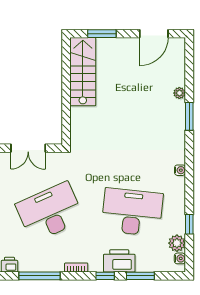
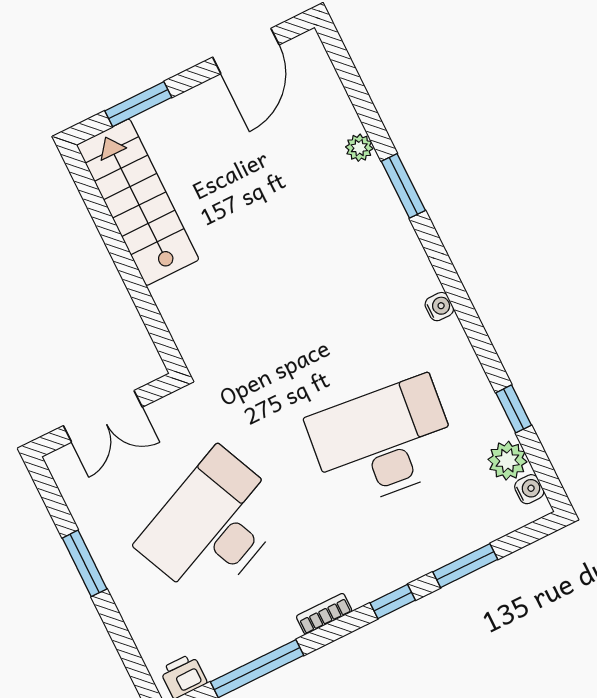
printer: (119, 261) -> (406, 556), removed

